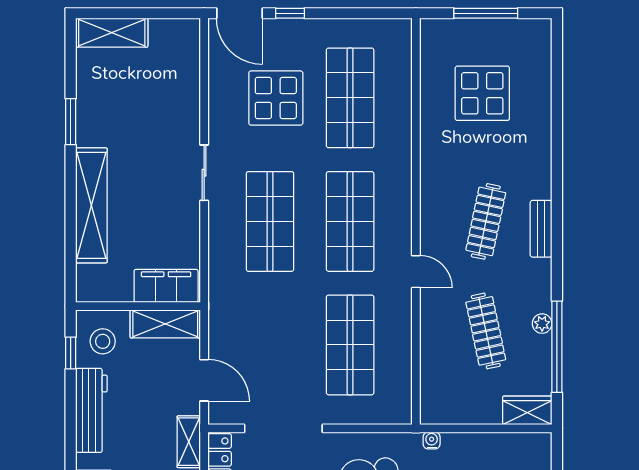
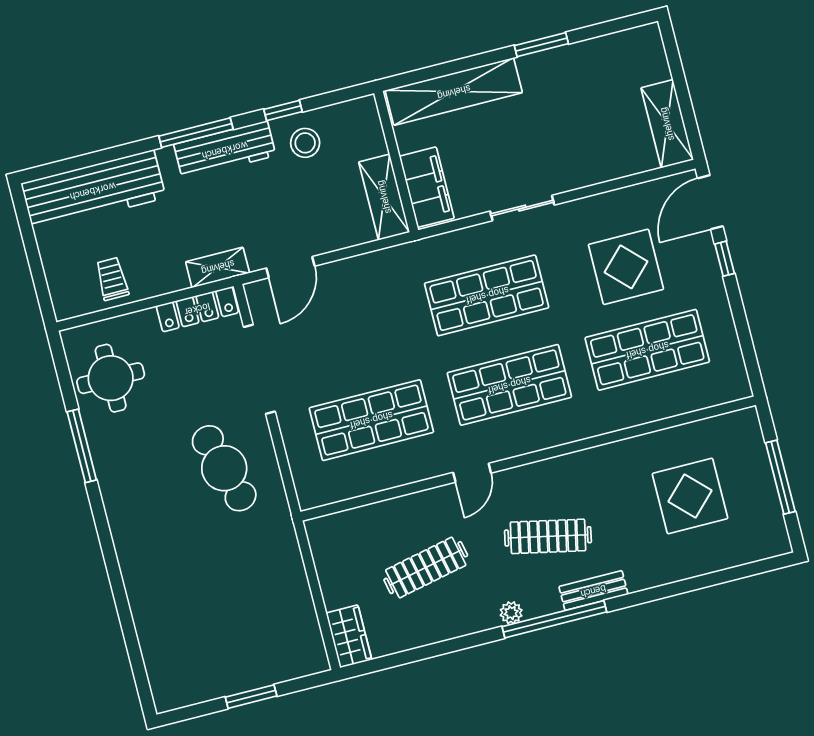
shelving: (112, 33) -> (667, 124), moved
bench: (541, 229) -> (593, 591), moved
filing cabinet: (166, 286) -> (427, 187), moved
wall: (138, 306) -> (396, 162), moved
shelving: (165, 324) -> (384, 197), moved
plant: (542, 324) -> (511, 613), moved
window: (557, 347) -> (554, 619), moved
window: (71, 431) -> (196, 133), added
water cooler: (432, 441) -> (288, 538), removed

